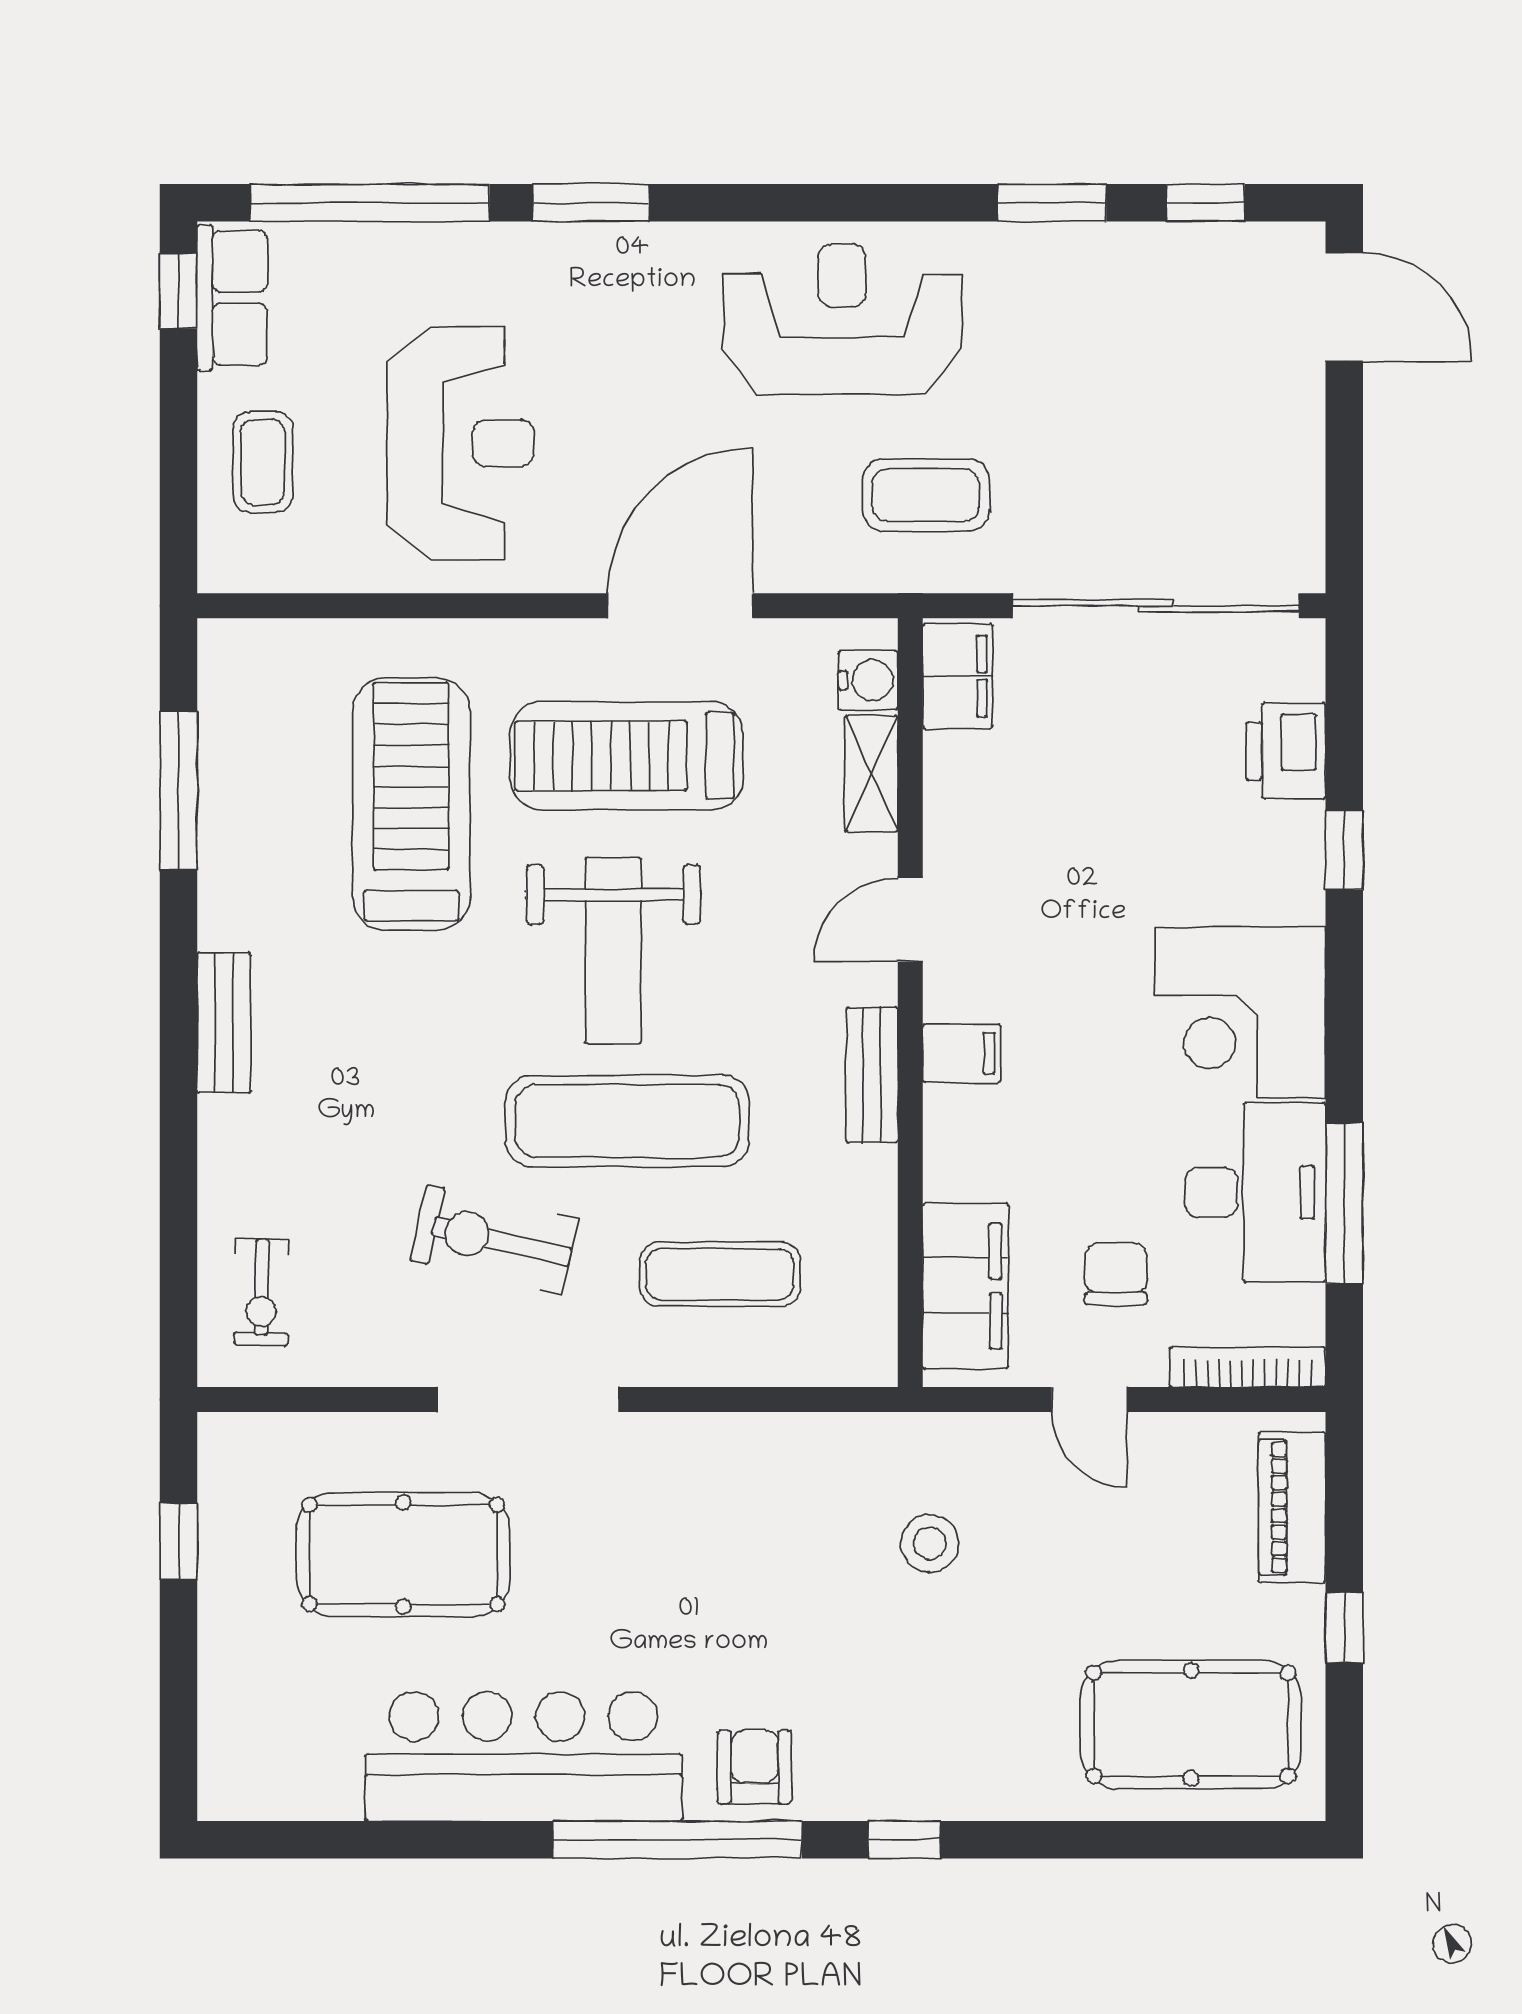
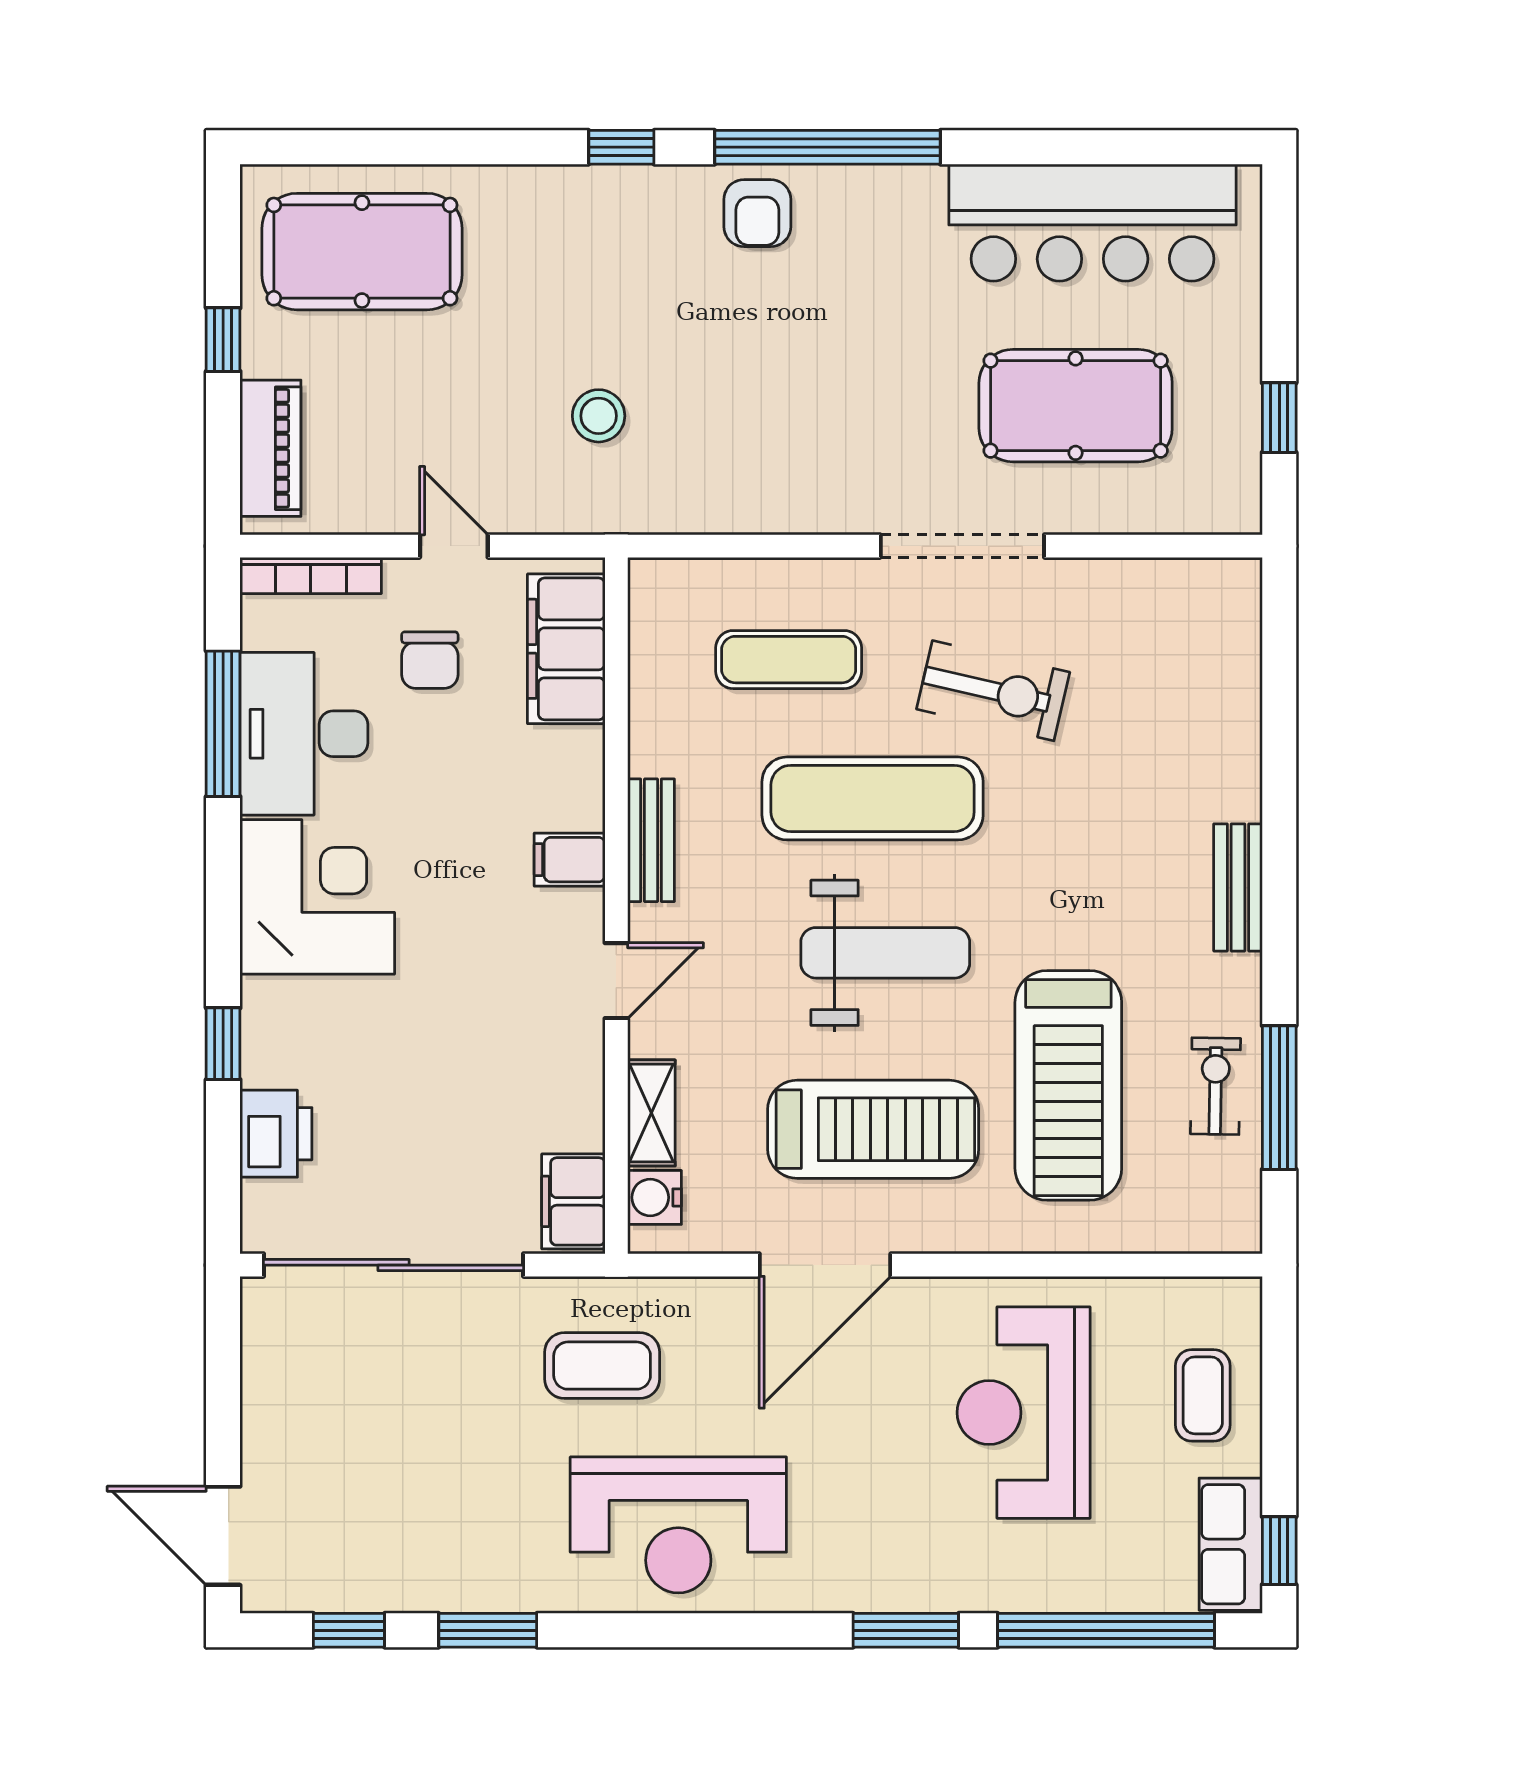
weight bench: (613, 951) -> (885, 953), turned 90
exercise bike: (262, 1292) -> (1215, 1086), moved
bar counter: (524, 1756) -> (1093, 223), moved

